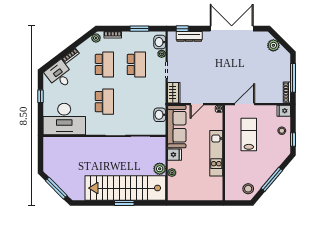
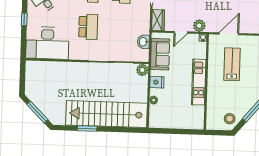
plant: (215, 97) -> (199, 26), added
sofa: (177, 127) -> (160, 54), width x0.73
plant: (160, 169) -> (142, 70), moved
window: (124, 203) -> (87, 128), moved

